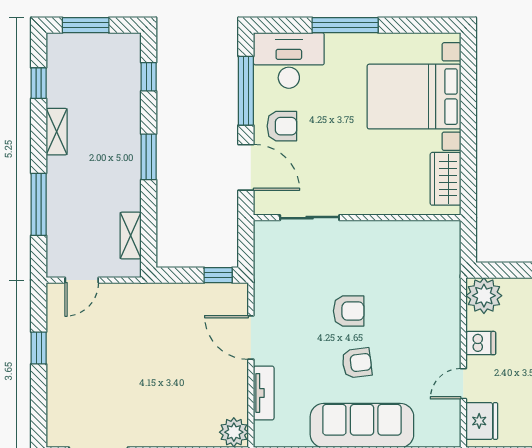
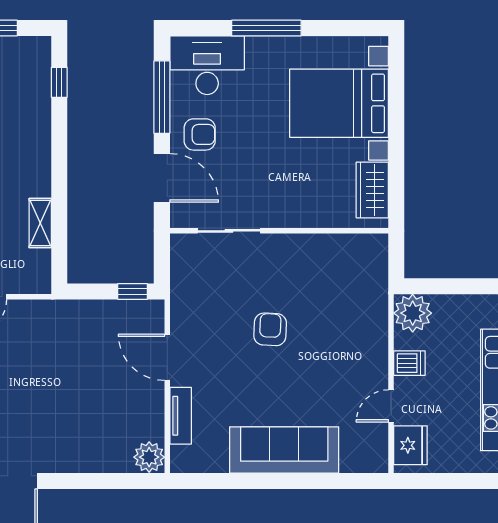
window: (149, 157) -> (59, 167), removed
shelving: (131, 236) -> (40, 223), moved
armchair: (349, 311) -> (270, 329), turned -87
armchair: (357, 363) -> (279, 384), removed

